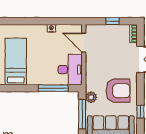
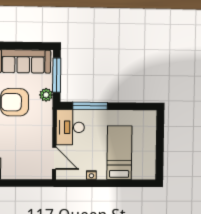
window: (112, 21) -> (21, 183), removed
bed: (16, 61) -> (119, 153), moved, turned 180

